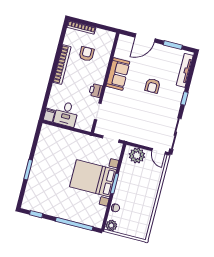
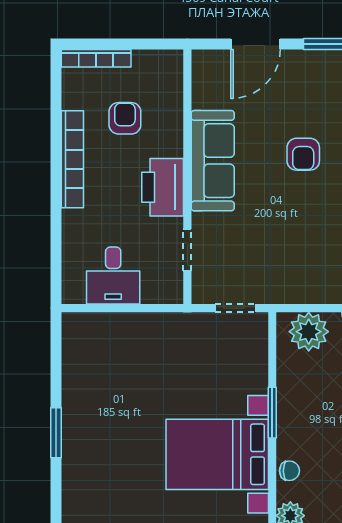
sofa: (118, 74) -> (213, 161), width x1.36
printer: (96, 90) -> (163, 187), width x1.87, depth x1.48
filing cabinet: (49, 115) -> (73, 289), removed
bed with nightstands: (93, 178) -> (217, 454), moved

